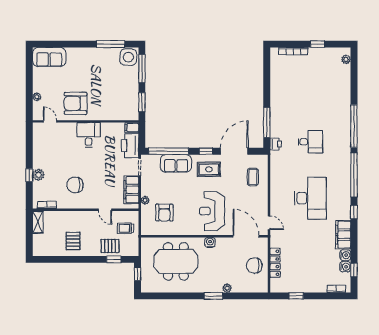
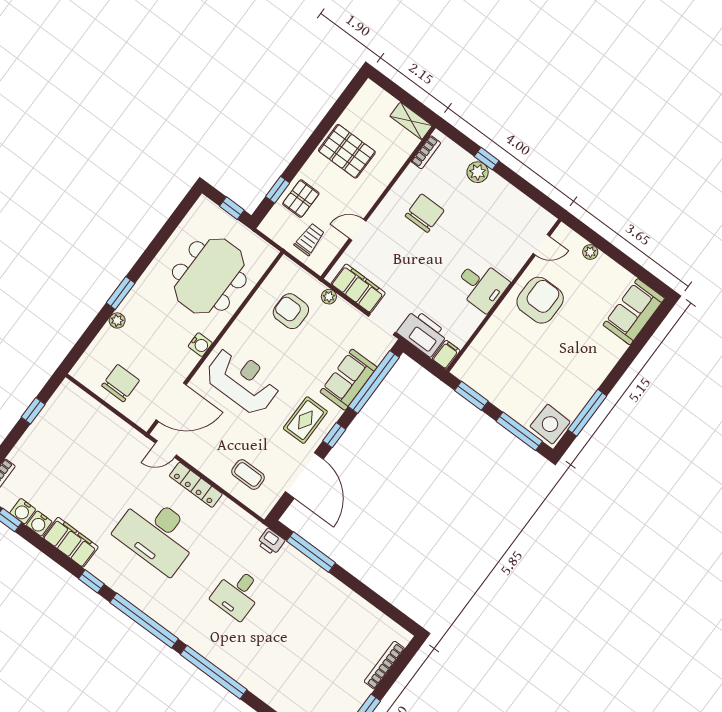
pallet: (73, 241) -> (347, 151), width x1.50, depth x1.42
locker: (275, 263) -> (196, 485), moved

